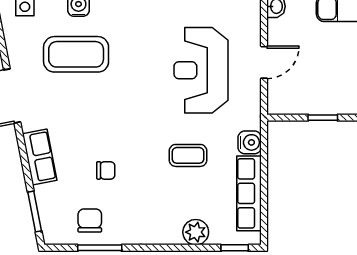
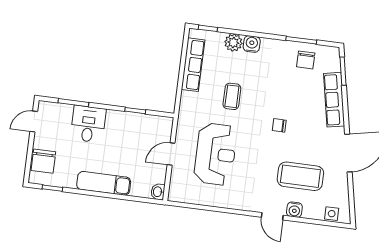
water cooler: (250, 142) -> (252, 44), moved, turned 90
coffee table: (188, 155) -> (232, 96), turned 90
row of seats: (40, 157) -> (334, 100), width x1.48
chair: (106, 170) -> (279, 125), moved

